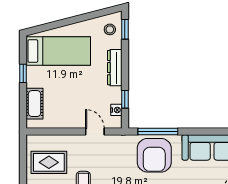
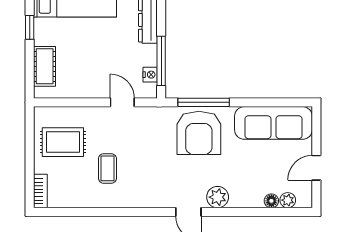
window: (125, 99) -> (161, 61), width x2.17

